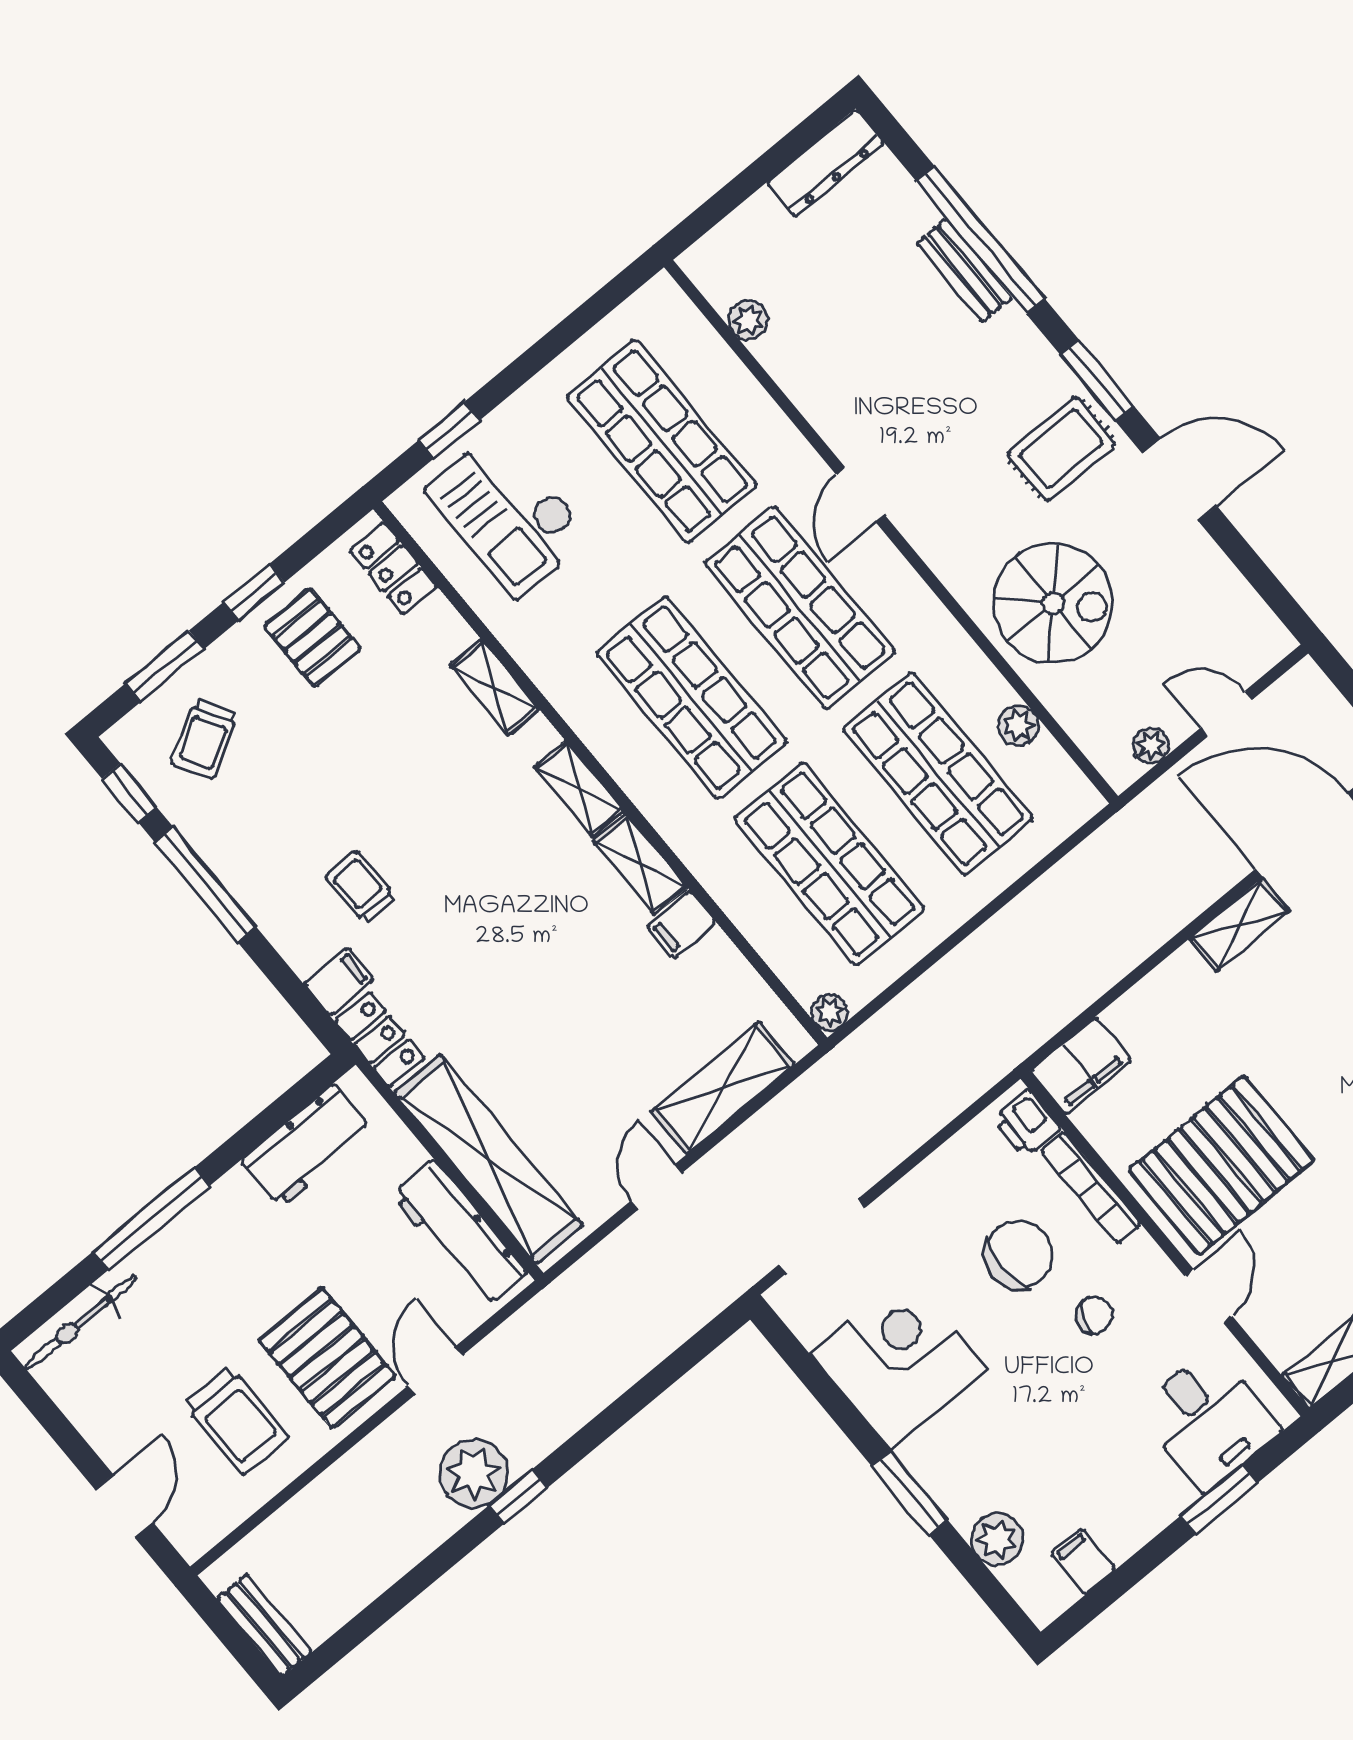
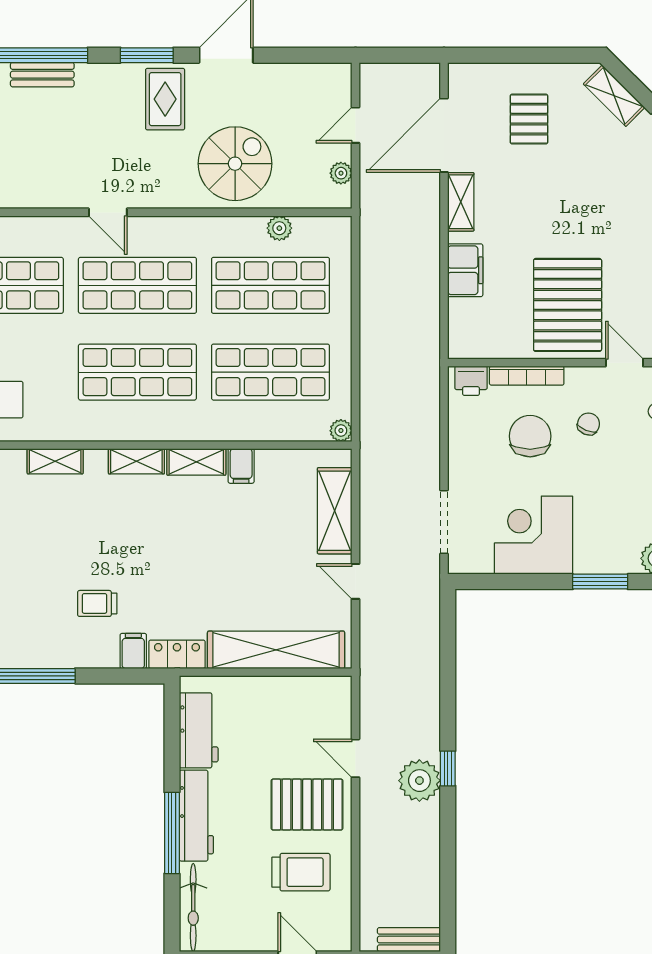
filing cabinet: (1081, 1066) -> (465, 270), moved
workbench: (460, 1233) -> (196, 816), moved, turned -90

